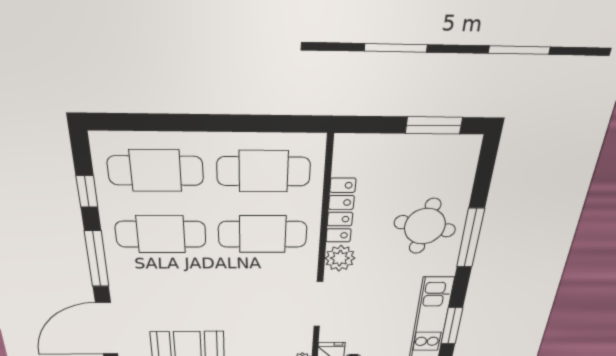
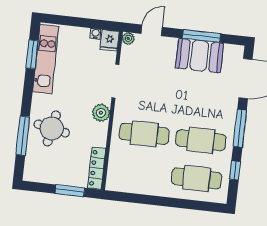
window: (434, 125) -> (70, 191), moved
cafe table: (264, 171) -> (140, 172), removed
locker: (341, 211) -> (97, 168), moved
window: (470, 238) -> (23, 136), moved

